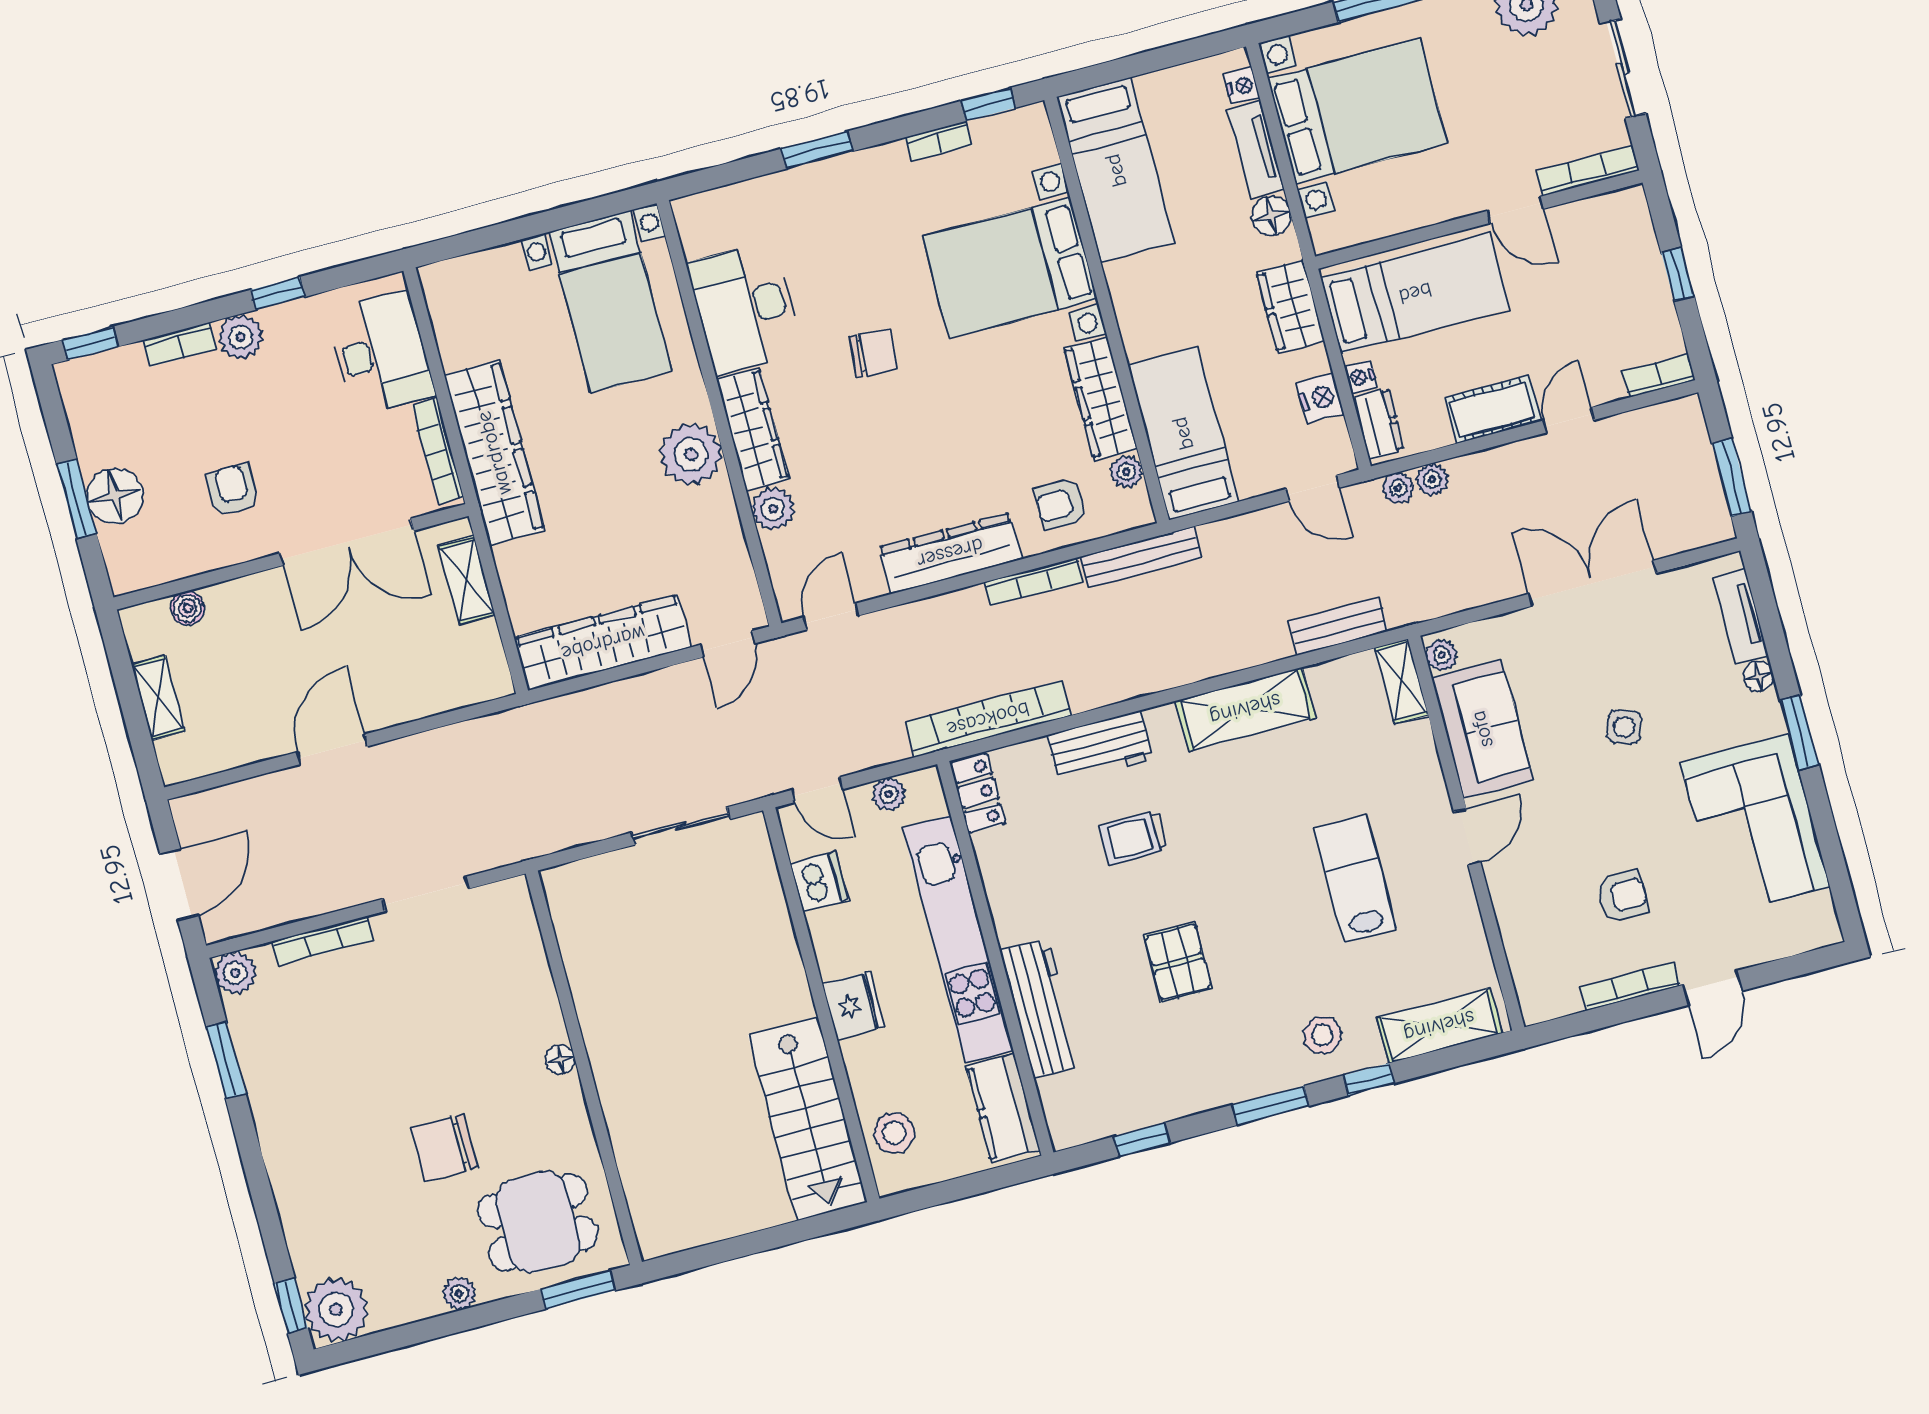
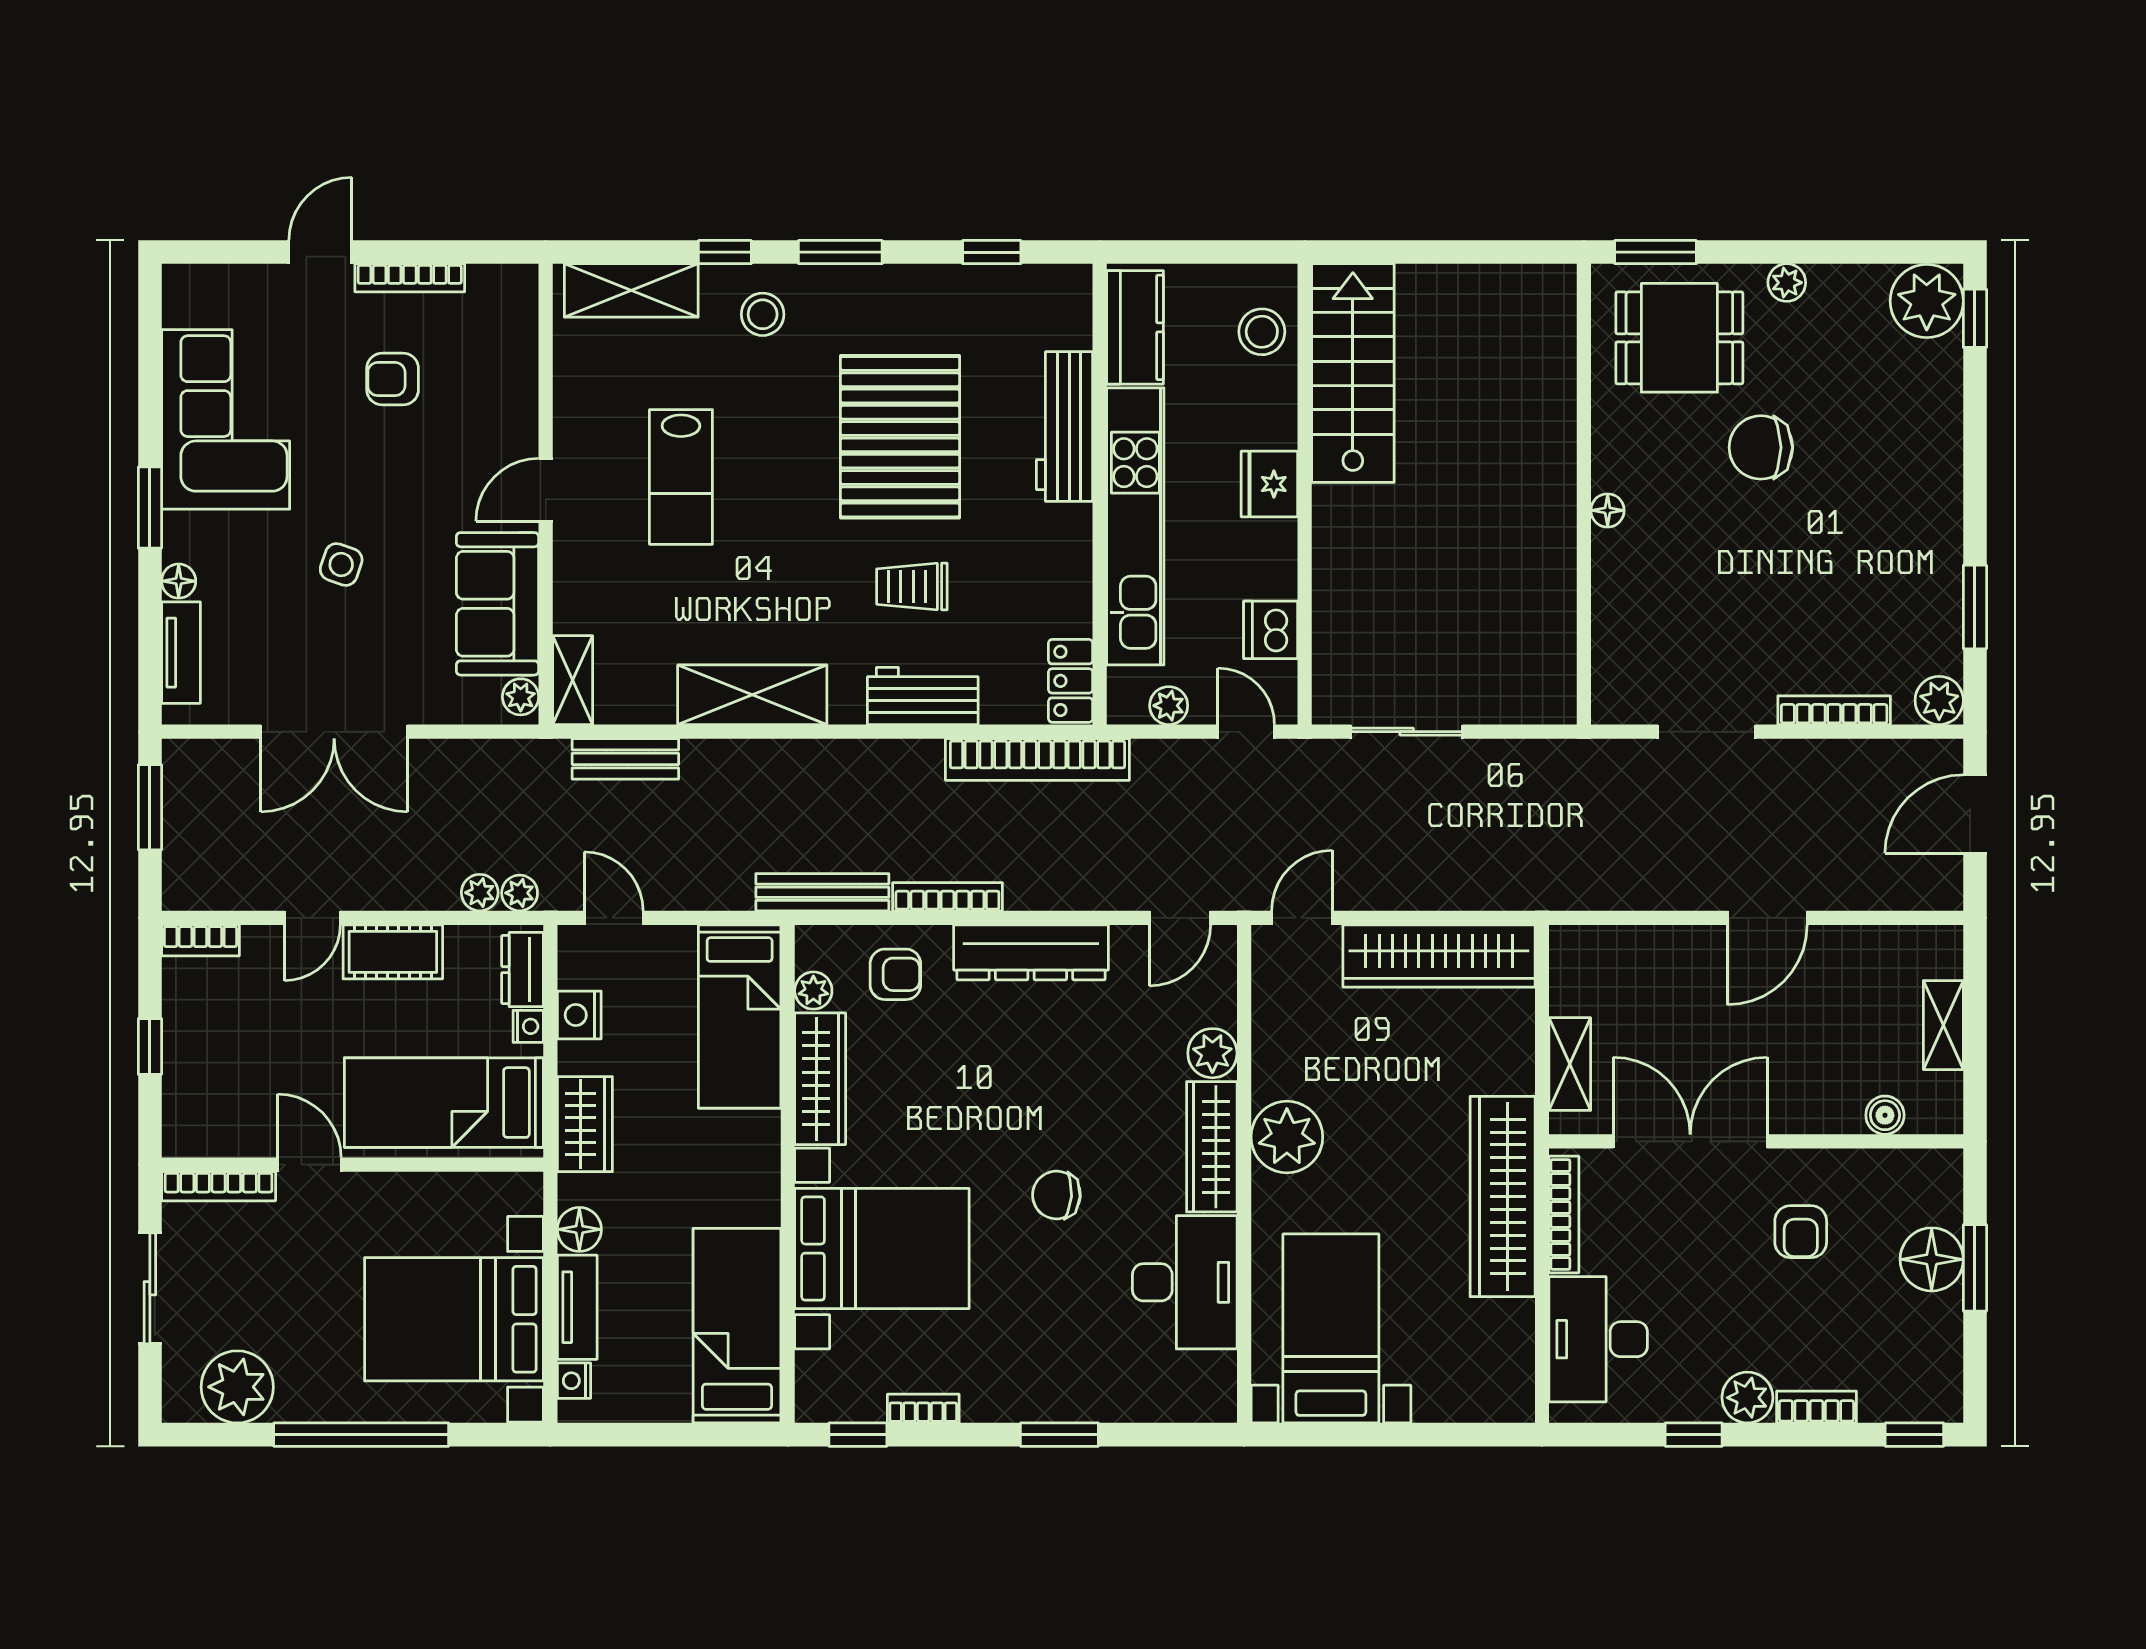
trolley: (1134, 837) -> (912, 587), turned 180
pallet: (1178, 962) -> (900, 437), width x2.05, depth x2.00
chair: (444, 1148) -> (1761, 447), turned 180

